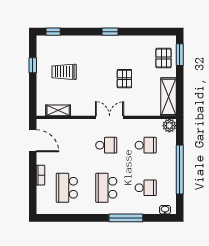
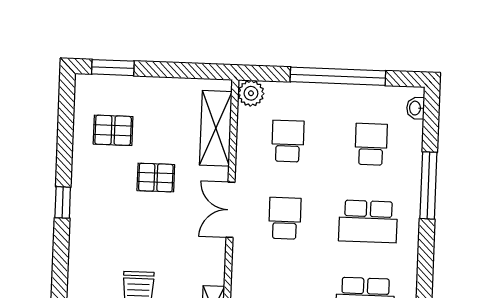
pallet: (164, 58) -> (113, 130), moved
shelving: (168, 97) -> (216, 128), moved, turned 90

